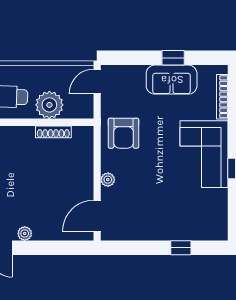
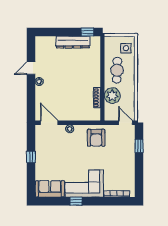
window: (173, 58) -> (139, 146), moved
sofa: (172, 80) -> (50, 189), moved, turned 90
armchair: (123, 133) -> (96, 138), turned -90
window: (181, 248) -> (31, 157), moved

